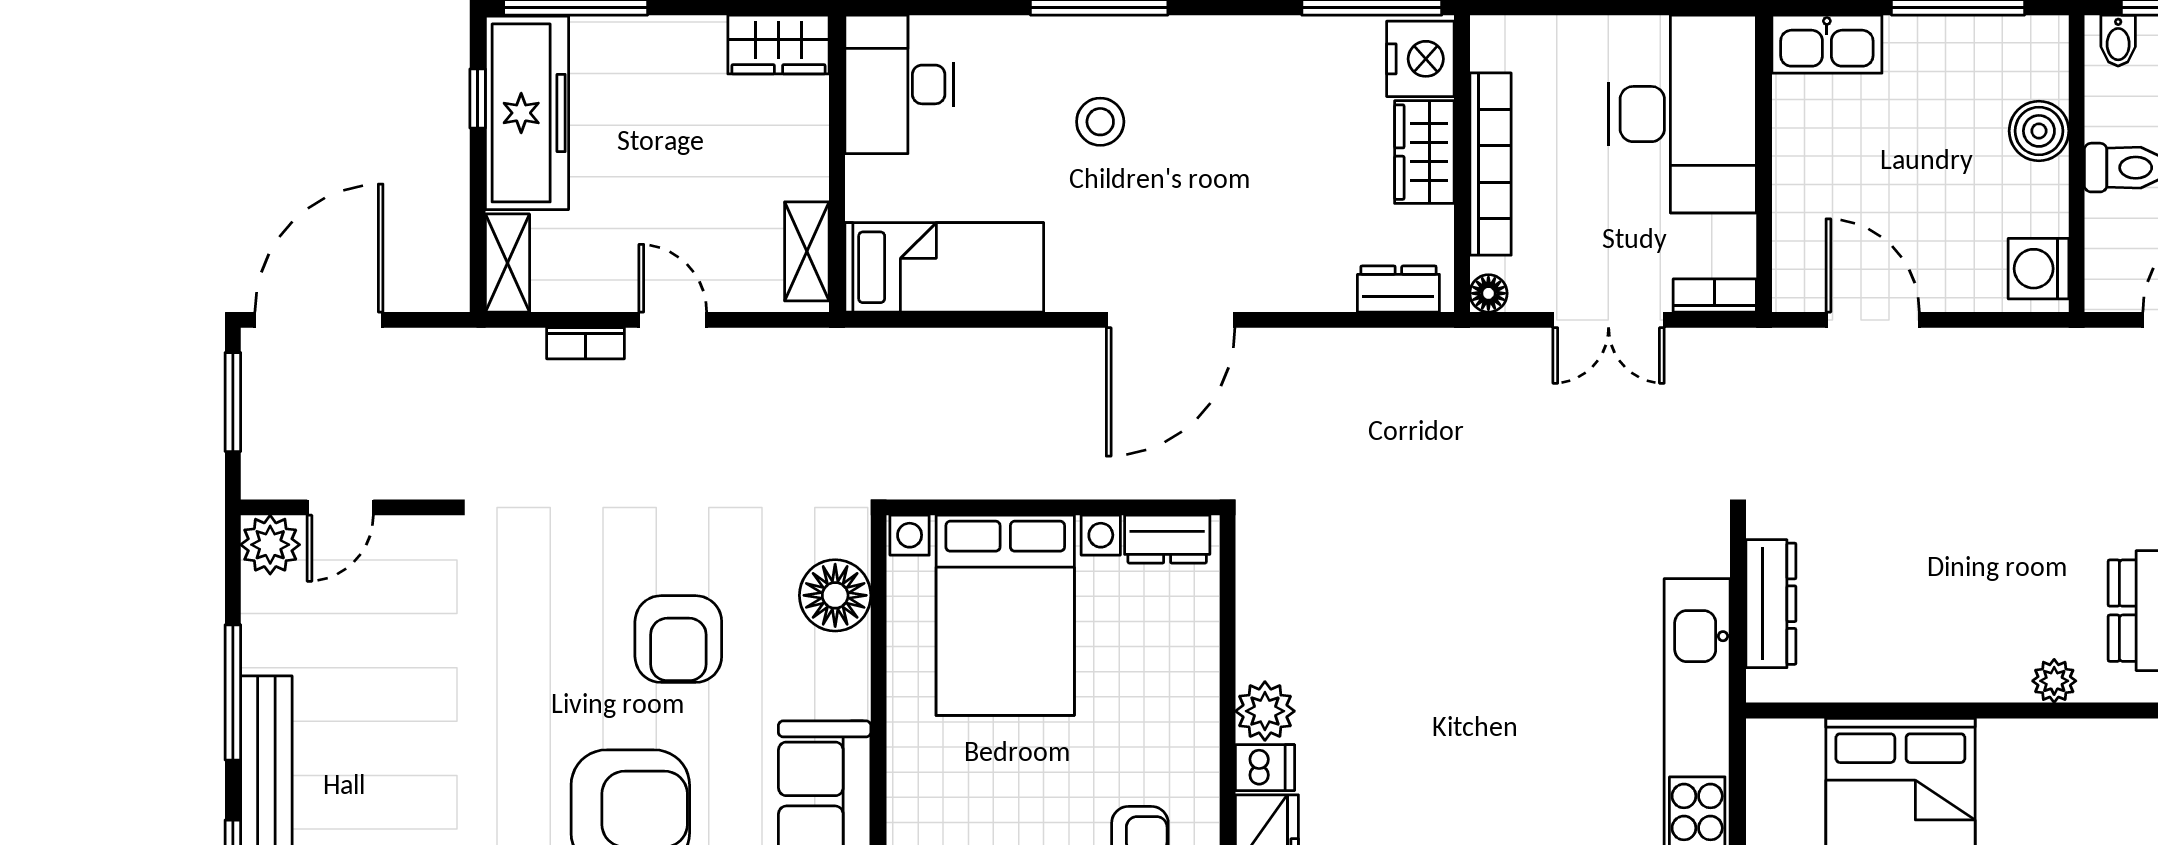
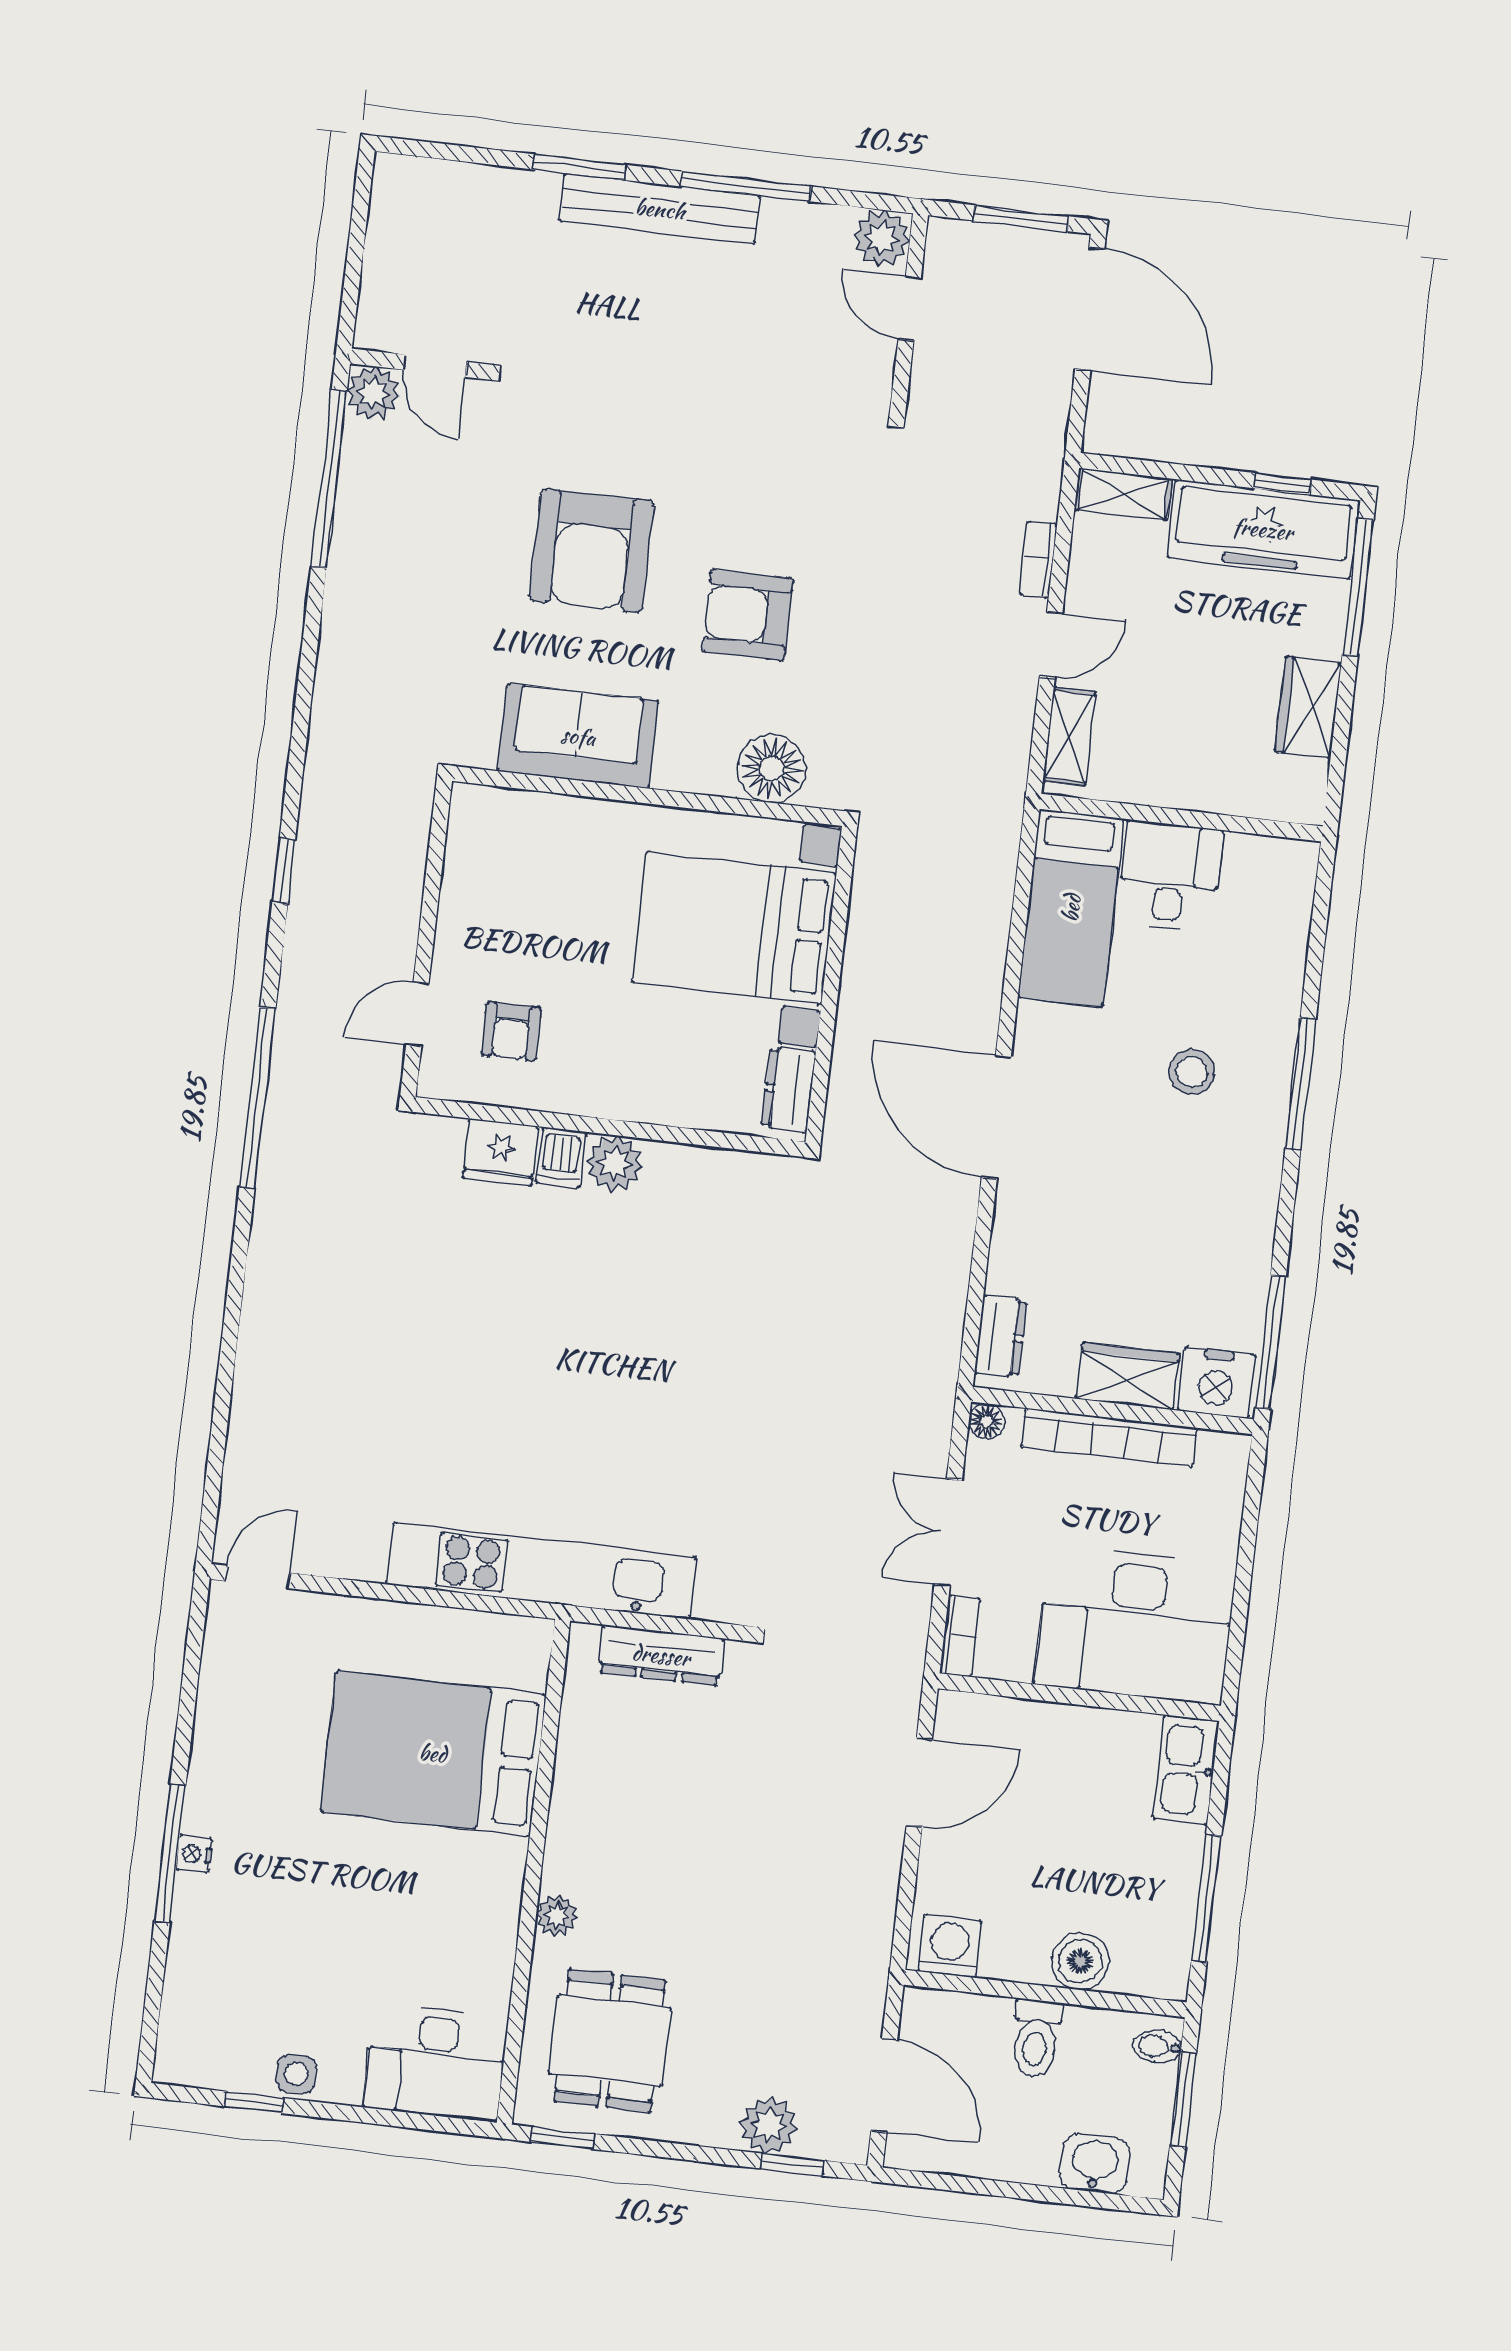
wardrobe: (778, 45) -> (1308, 707), moved
desk: (899, 84) -> (1170, 876), moved, width x0.73
shelving: (807, 251) -> (1069, 736), moved, turned 90

